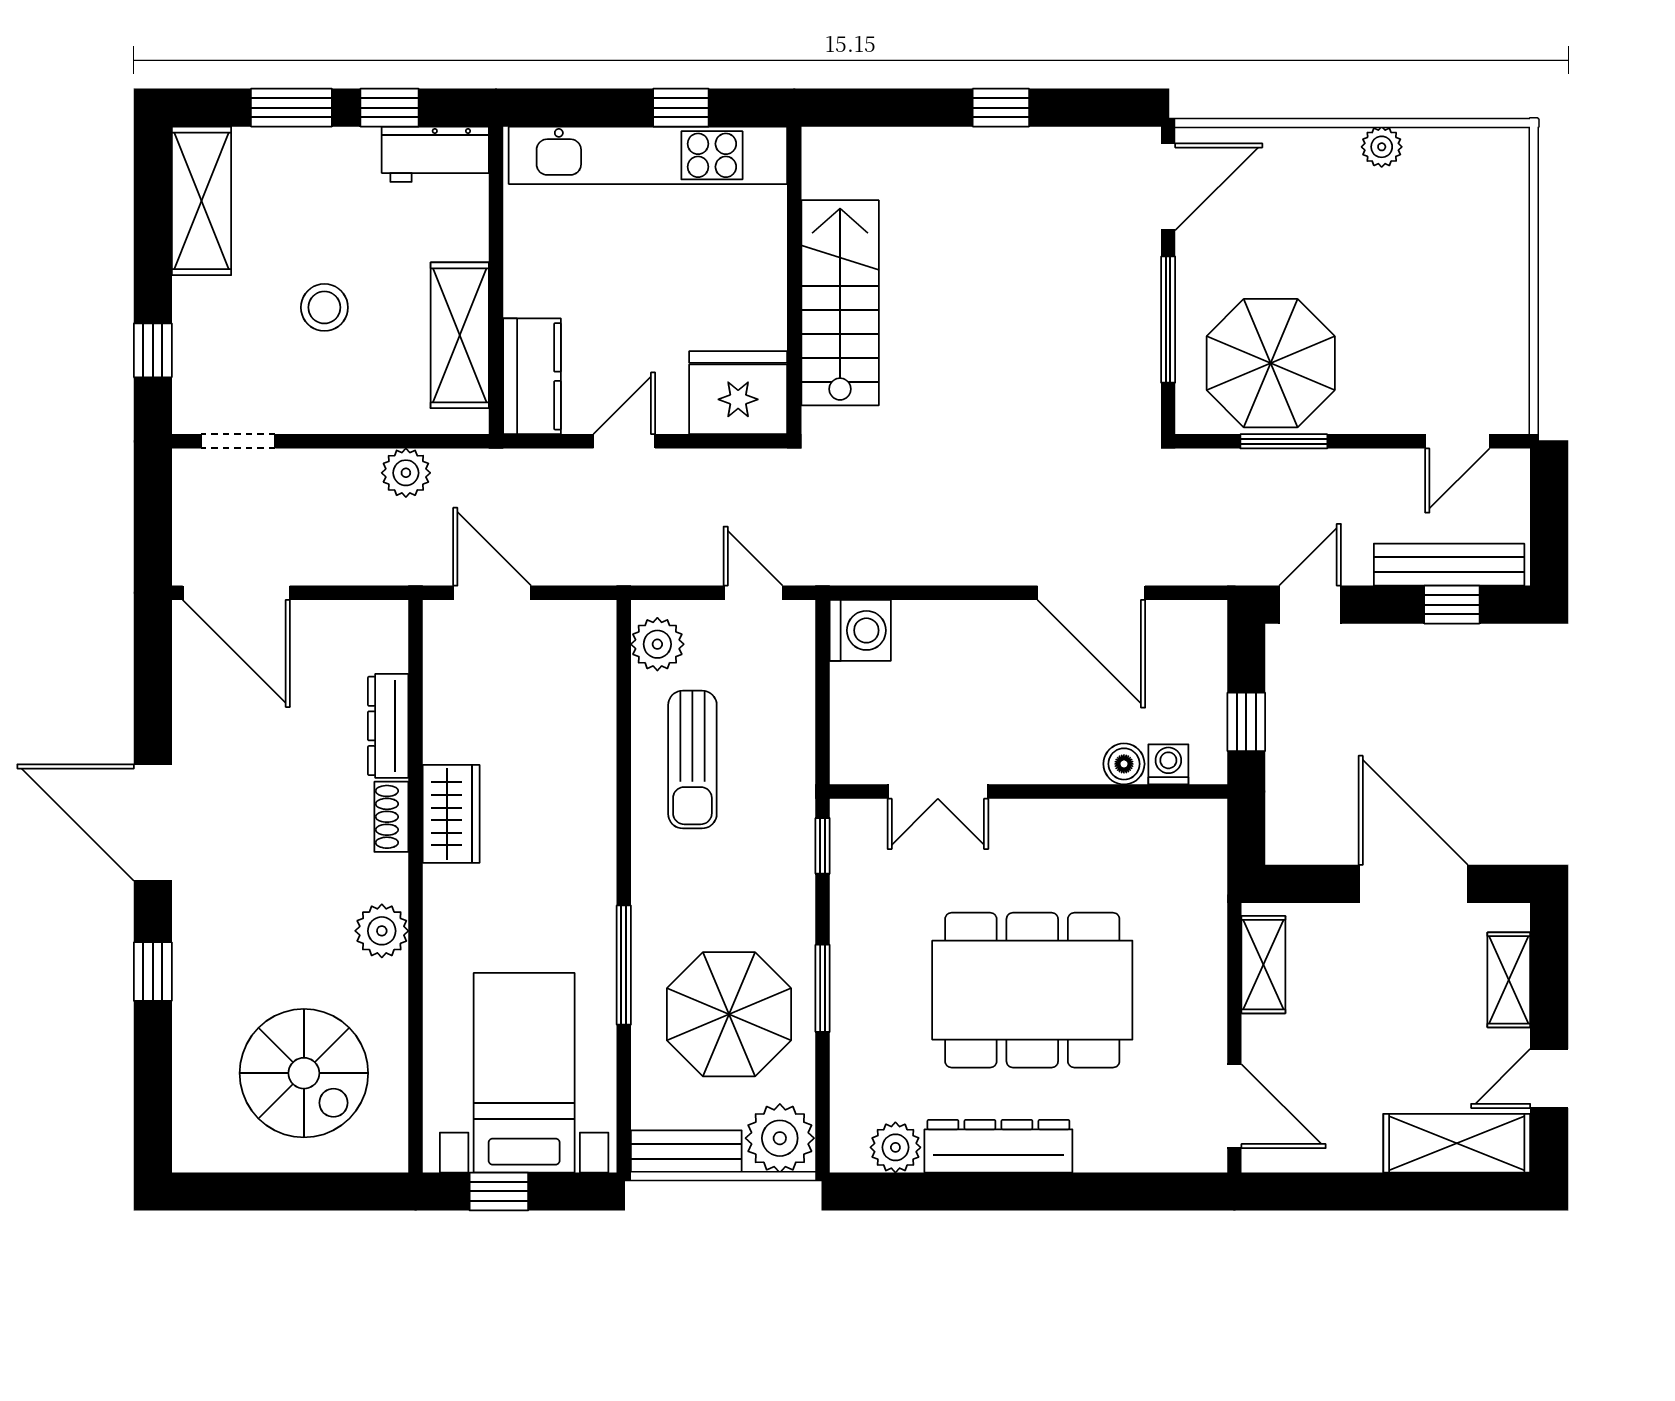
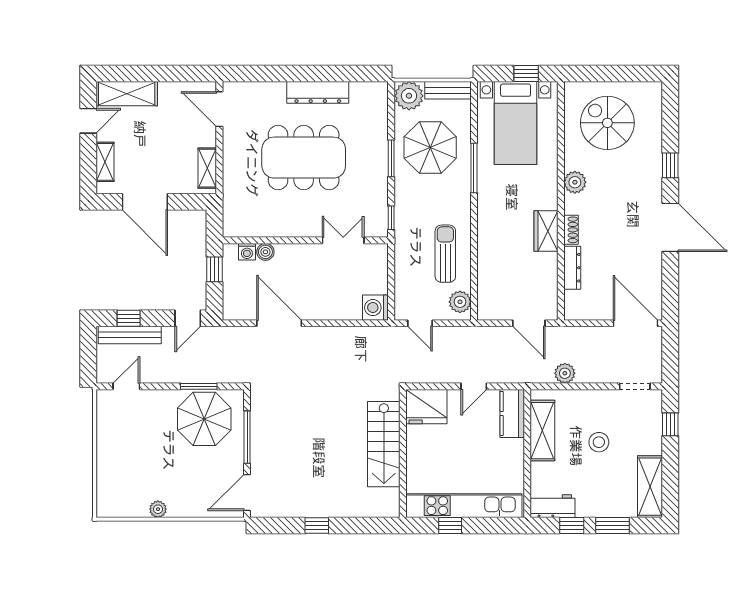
plant: (895, 1147) -> (361, 92), removed

